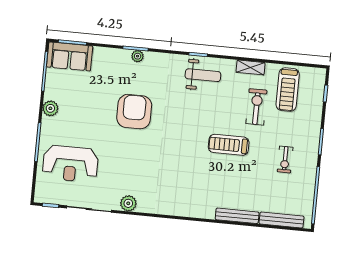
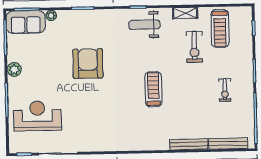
plant: (138, 56) -> (51, 15), moved
weight bench: (203, 75) -> (144, 25), turned 180
exercise bike: (256, 107) -> (194, 47), turned 180
treadmill: (229, 145) -> (153, 89), moved, turned 90
reception desk: (70, 164) -> (37, 116), turned 180
plant: (128, 203) -> (92, 145), removed

